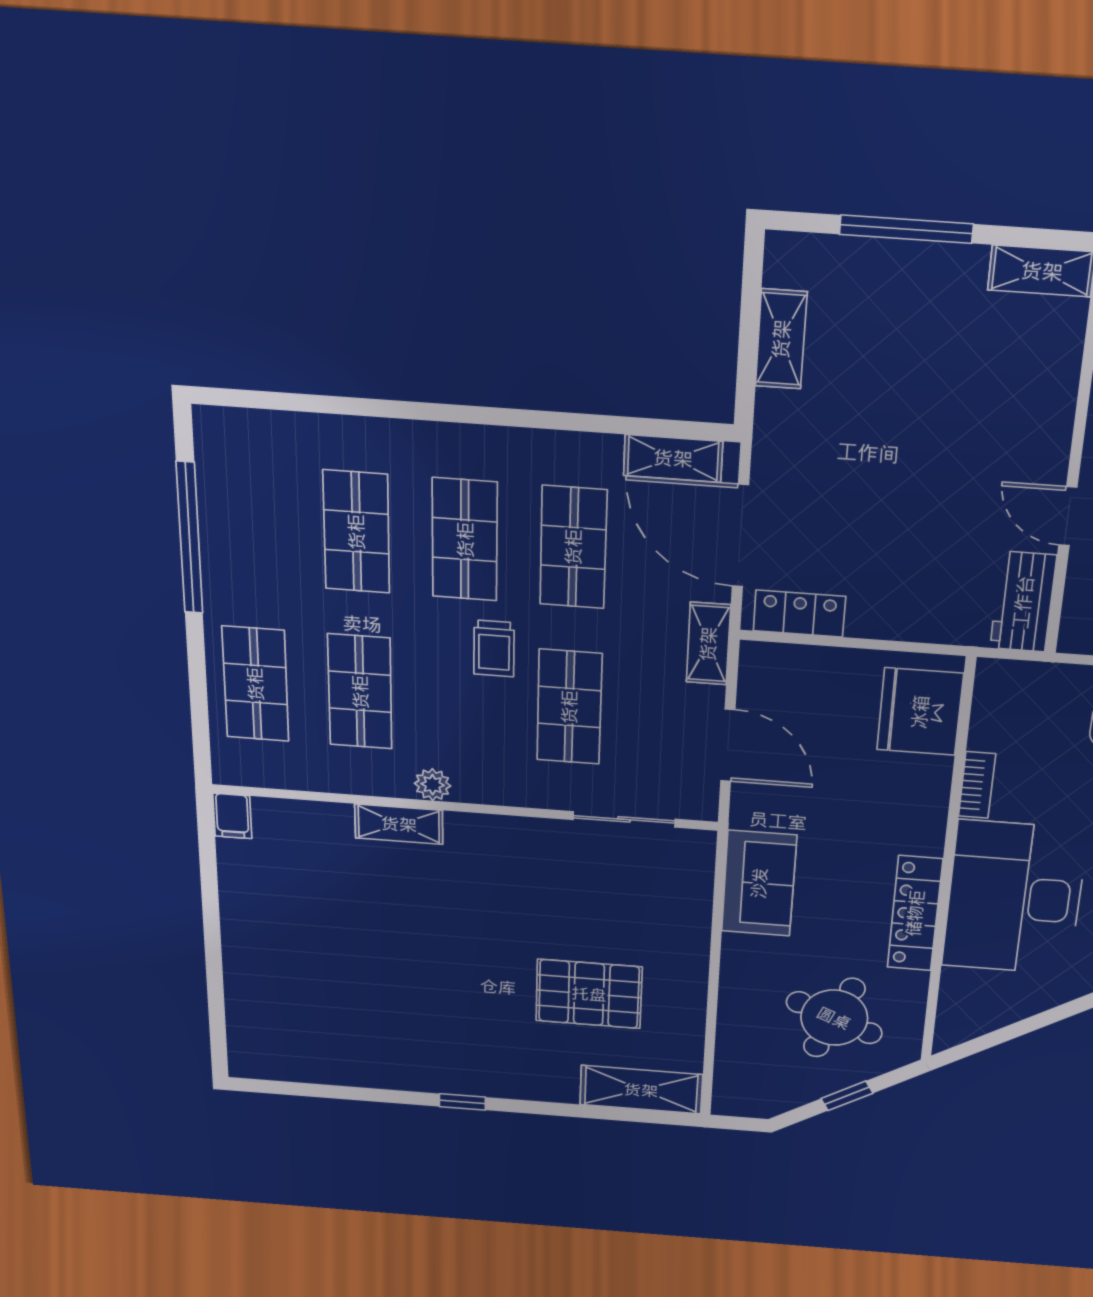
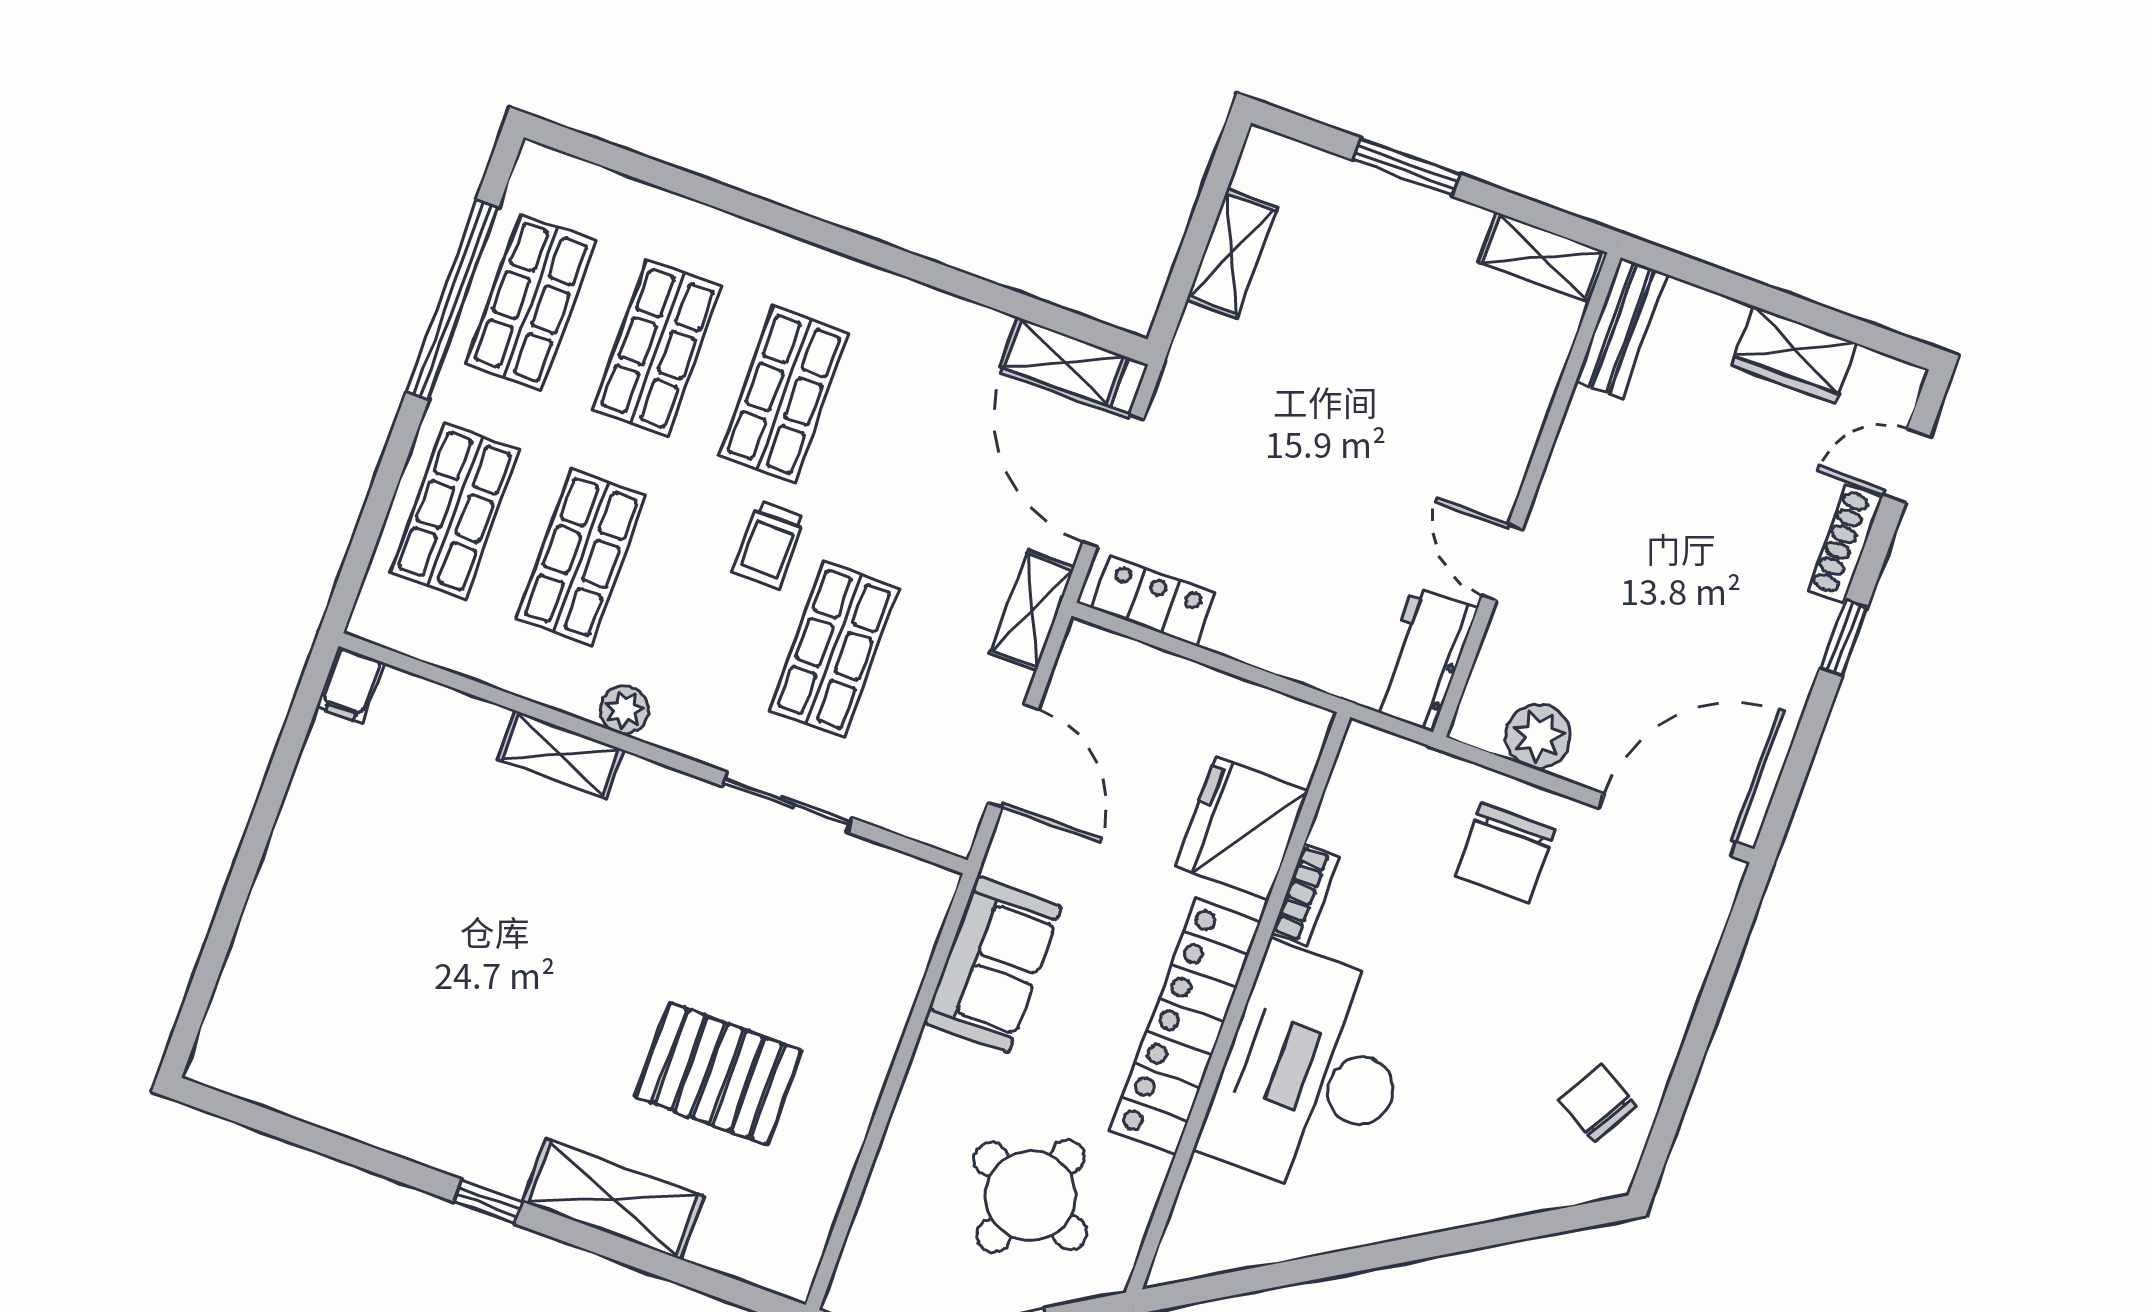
window: (906, 229) -> (1406, 167), width x0.69
shop shelf: (573, 547) -> (531, 302), moved
fridge: (920, 712) -> (1242, 829), moved
sliding door: (624, 819) -> (787, 802), moved
locker: (915, 913) -> (1186, 1026), width x1.41, depth x1.21
shelving: (641, 1090) -> (613, 1199), moved

